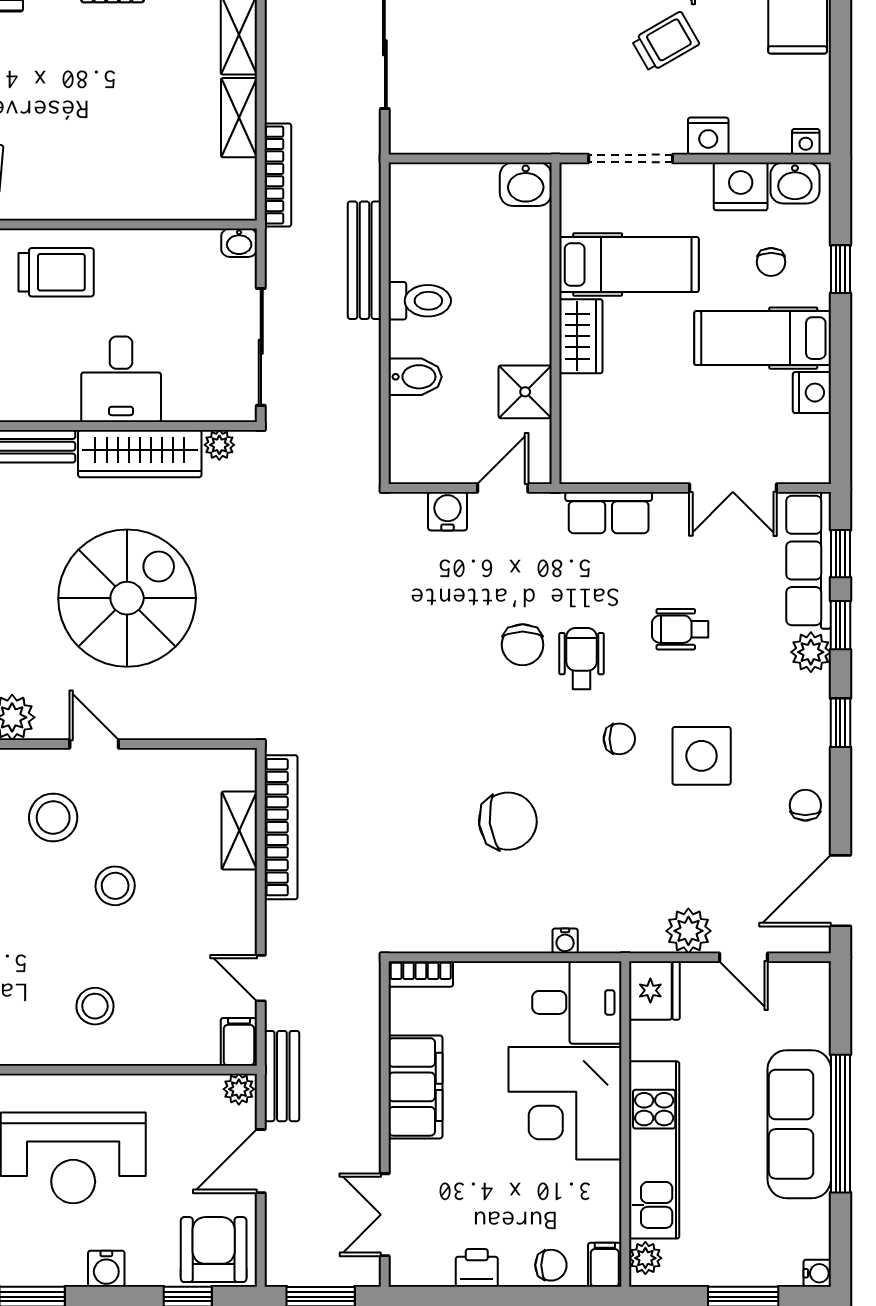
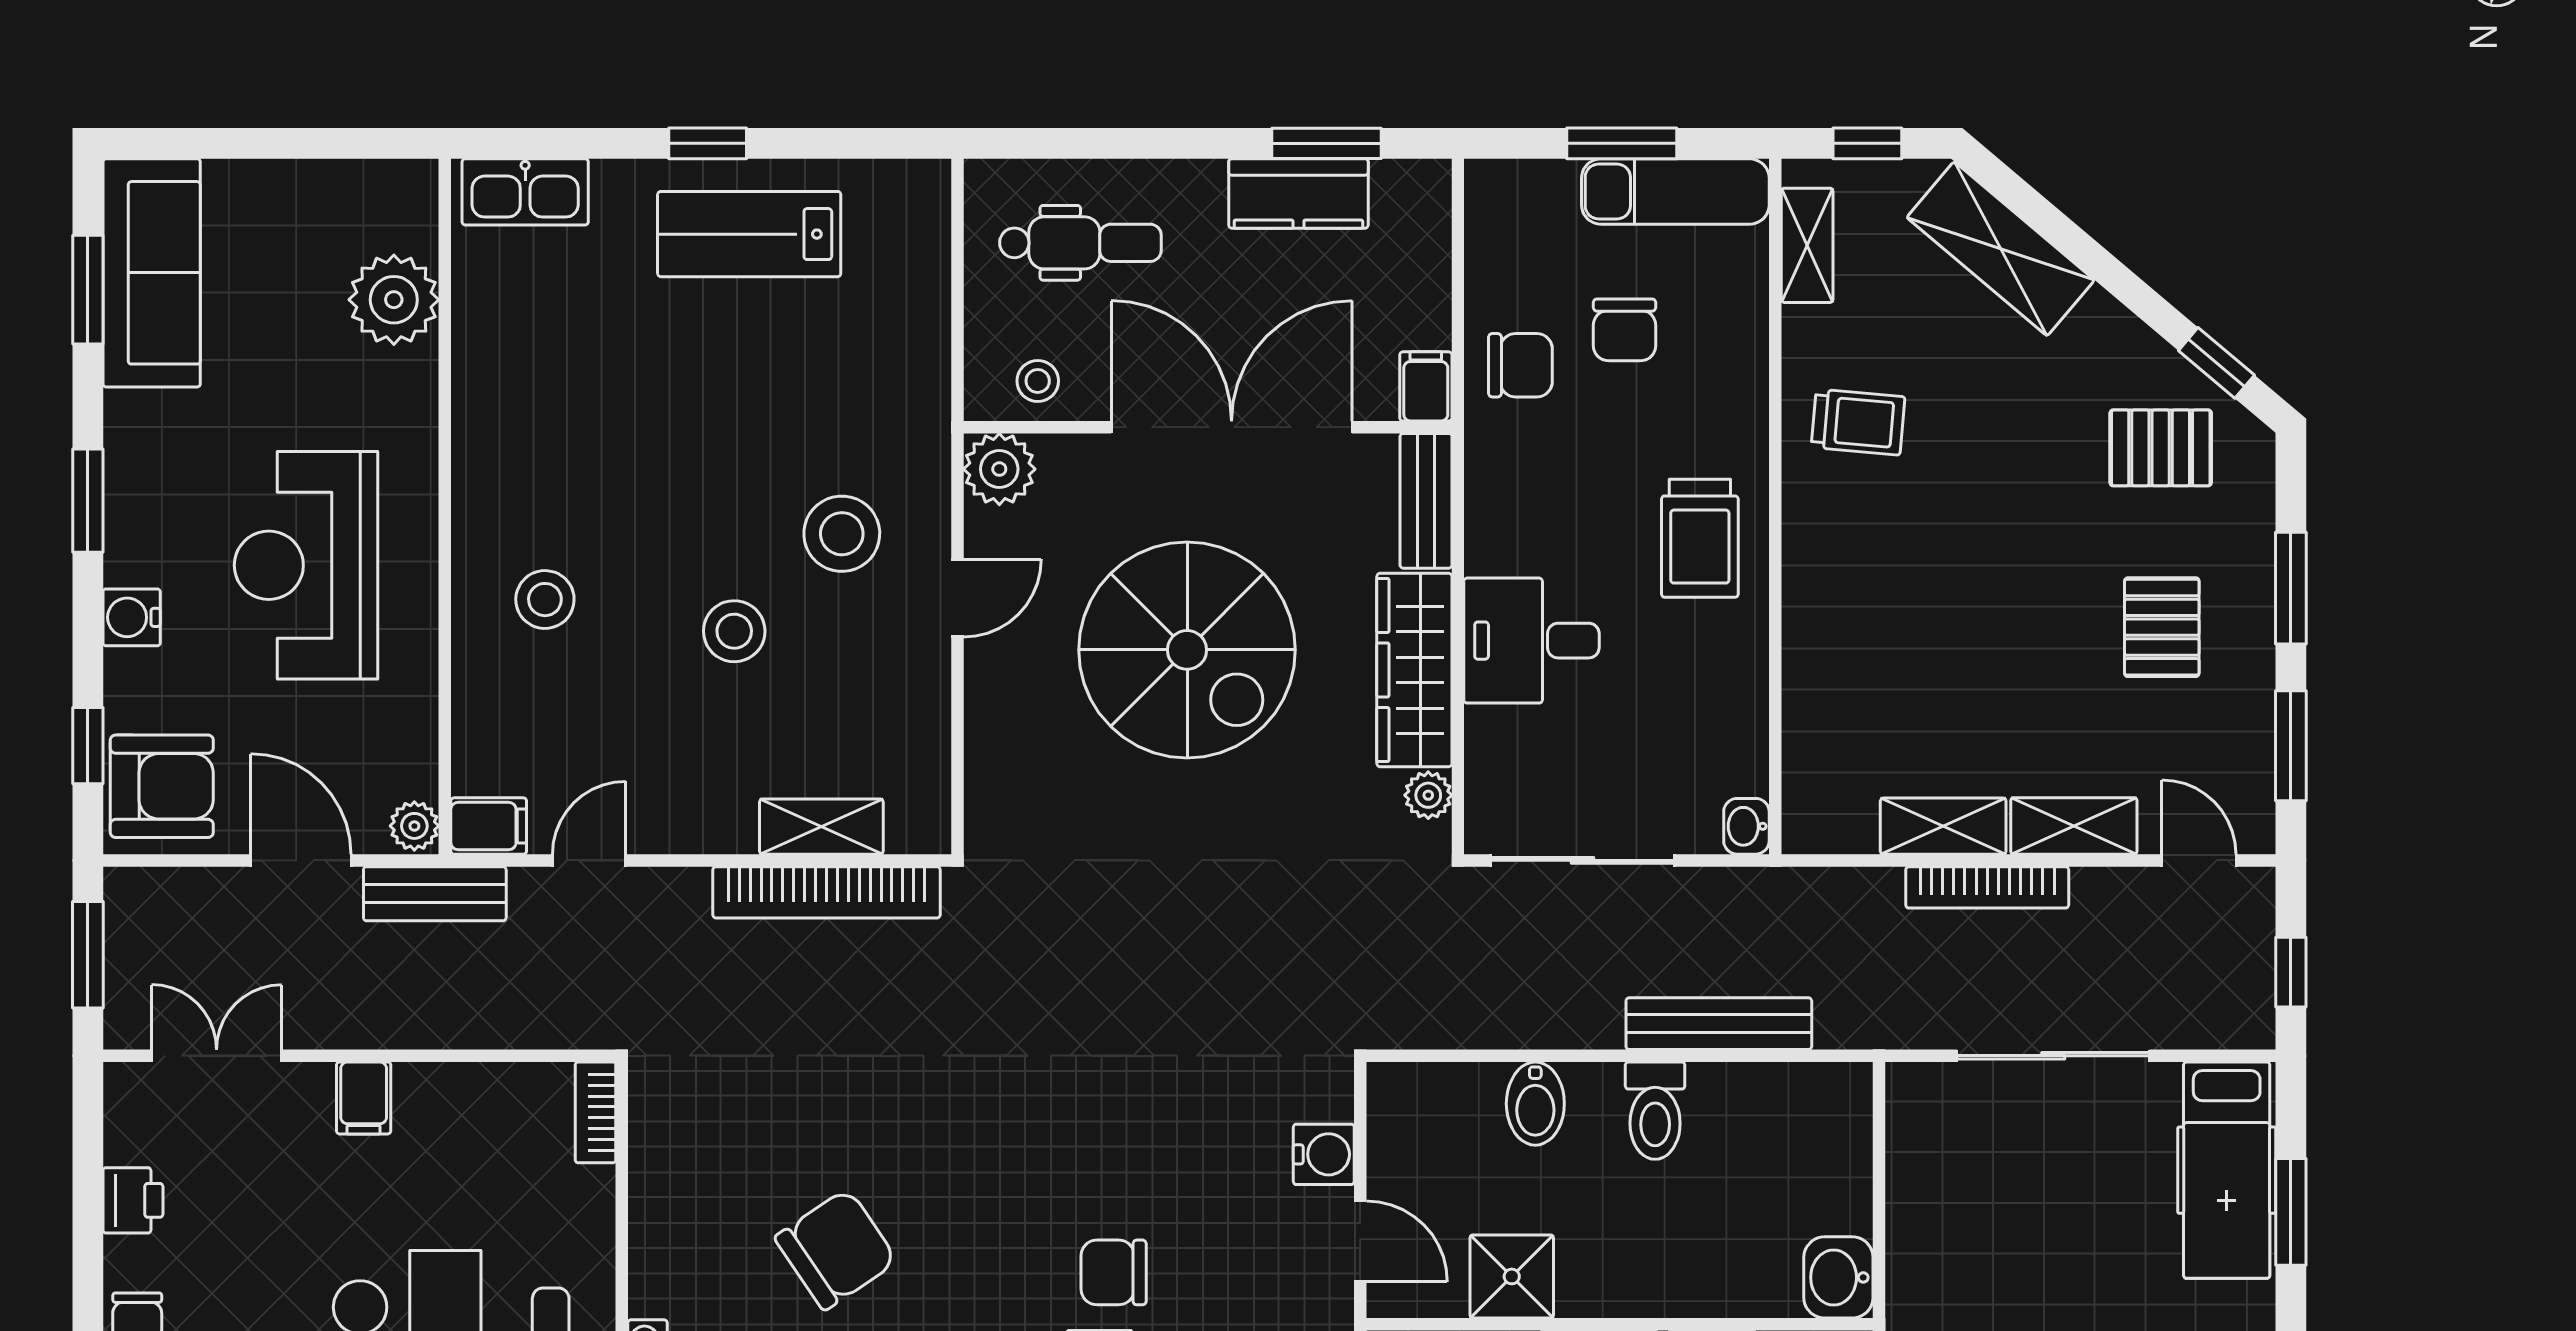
bookcase: (278, 175) -> (1987, 887), moved
chair: (508, 821) -> (836, 1249), turned -117
filing cabinet: (415, 1087) -> (364, 1098), width x0.33, depth x0.86

